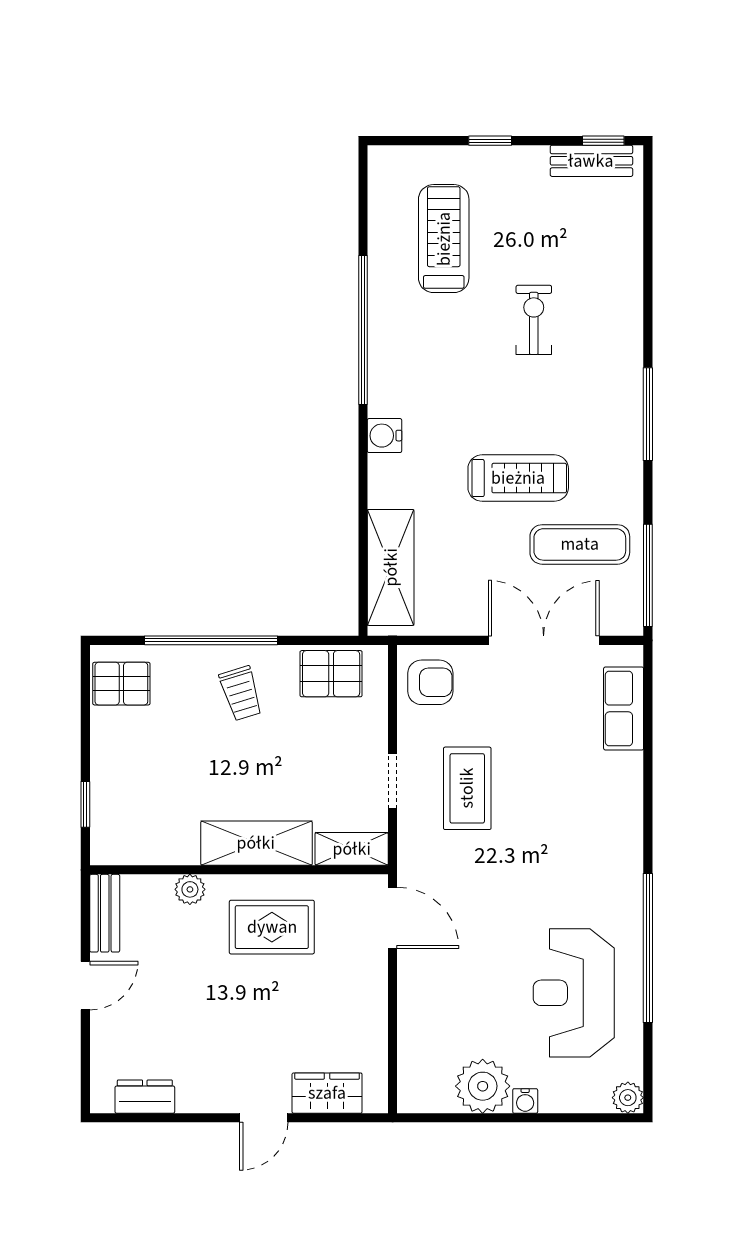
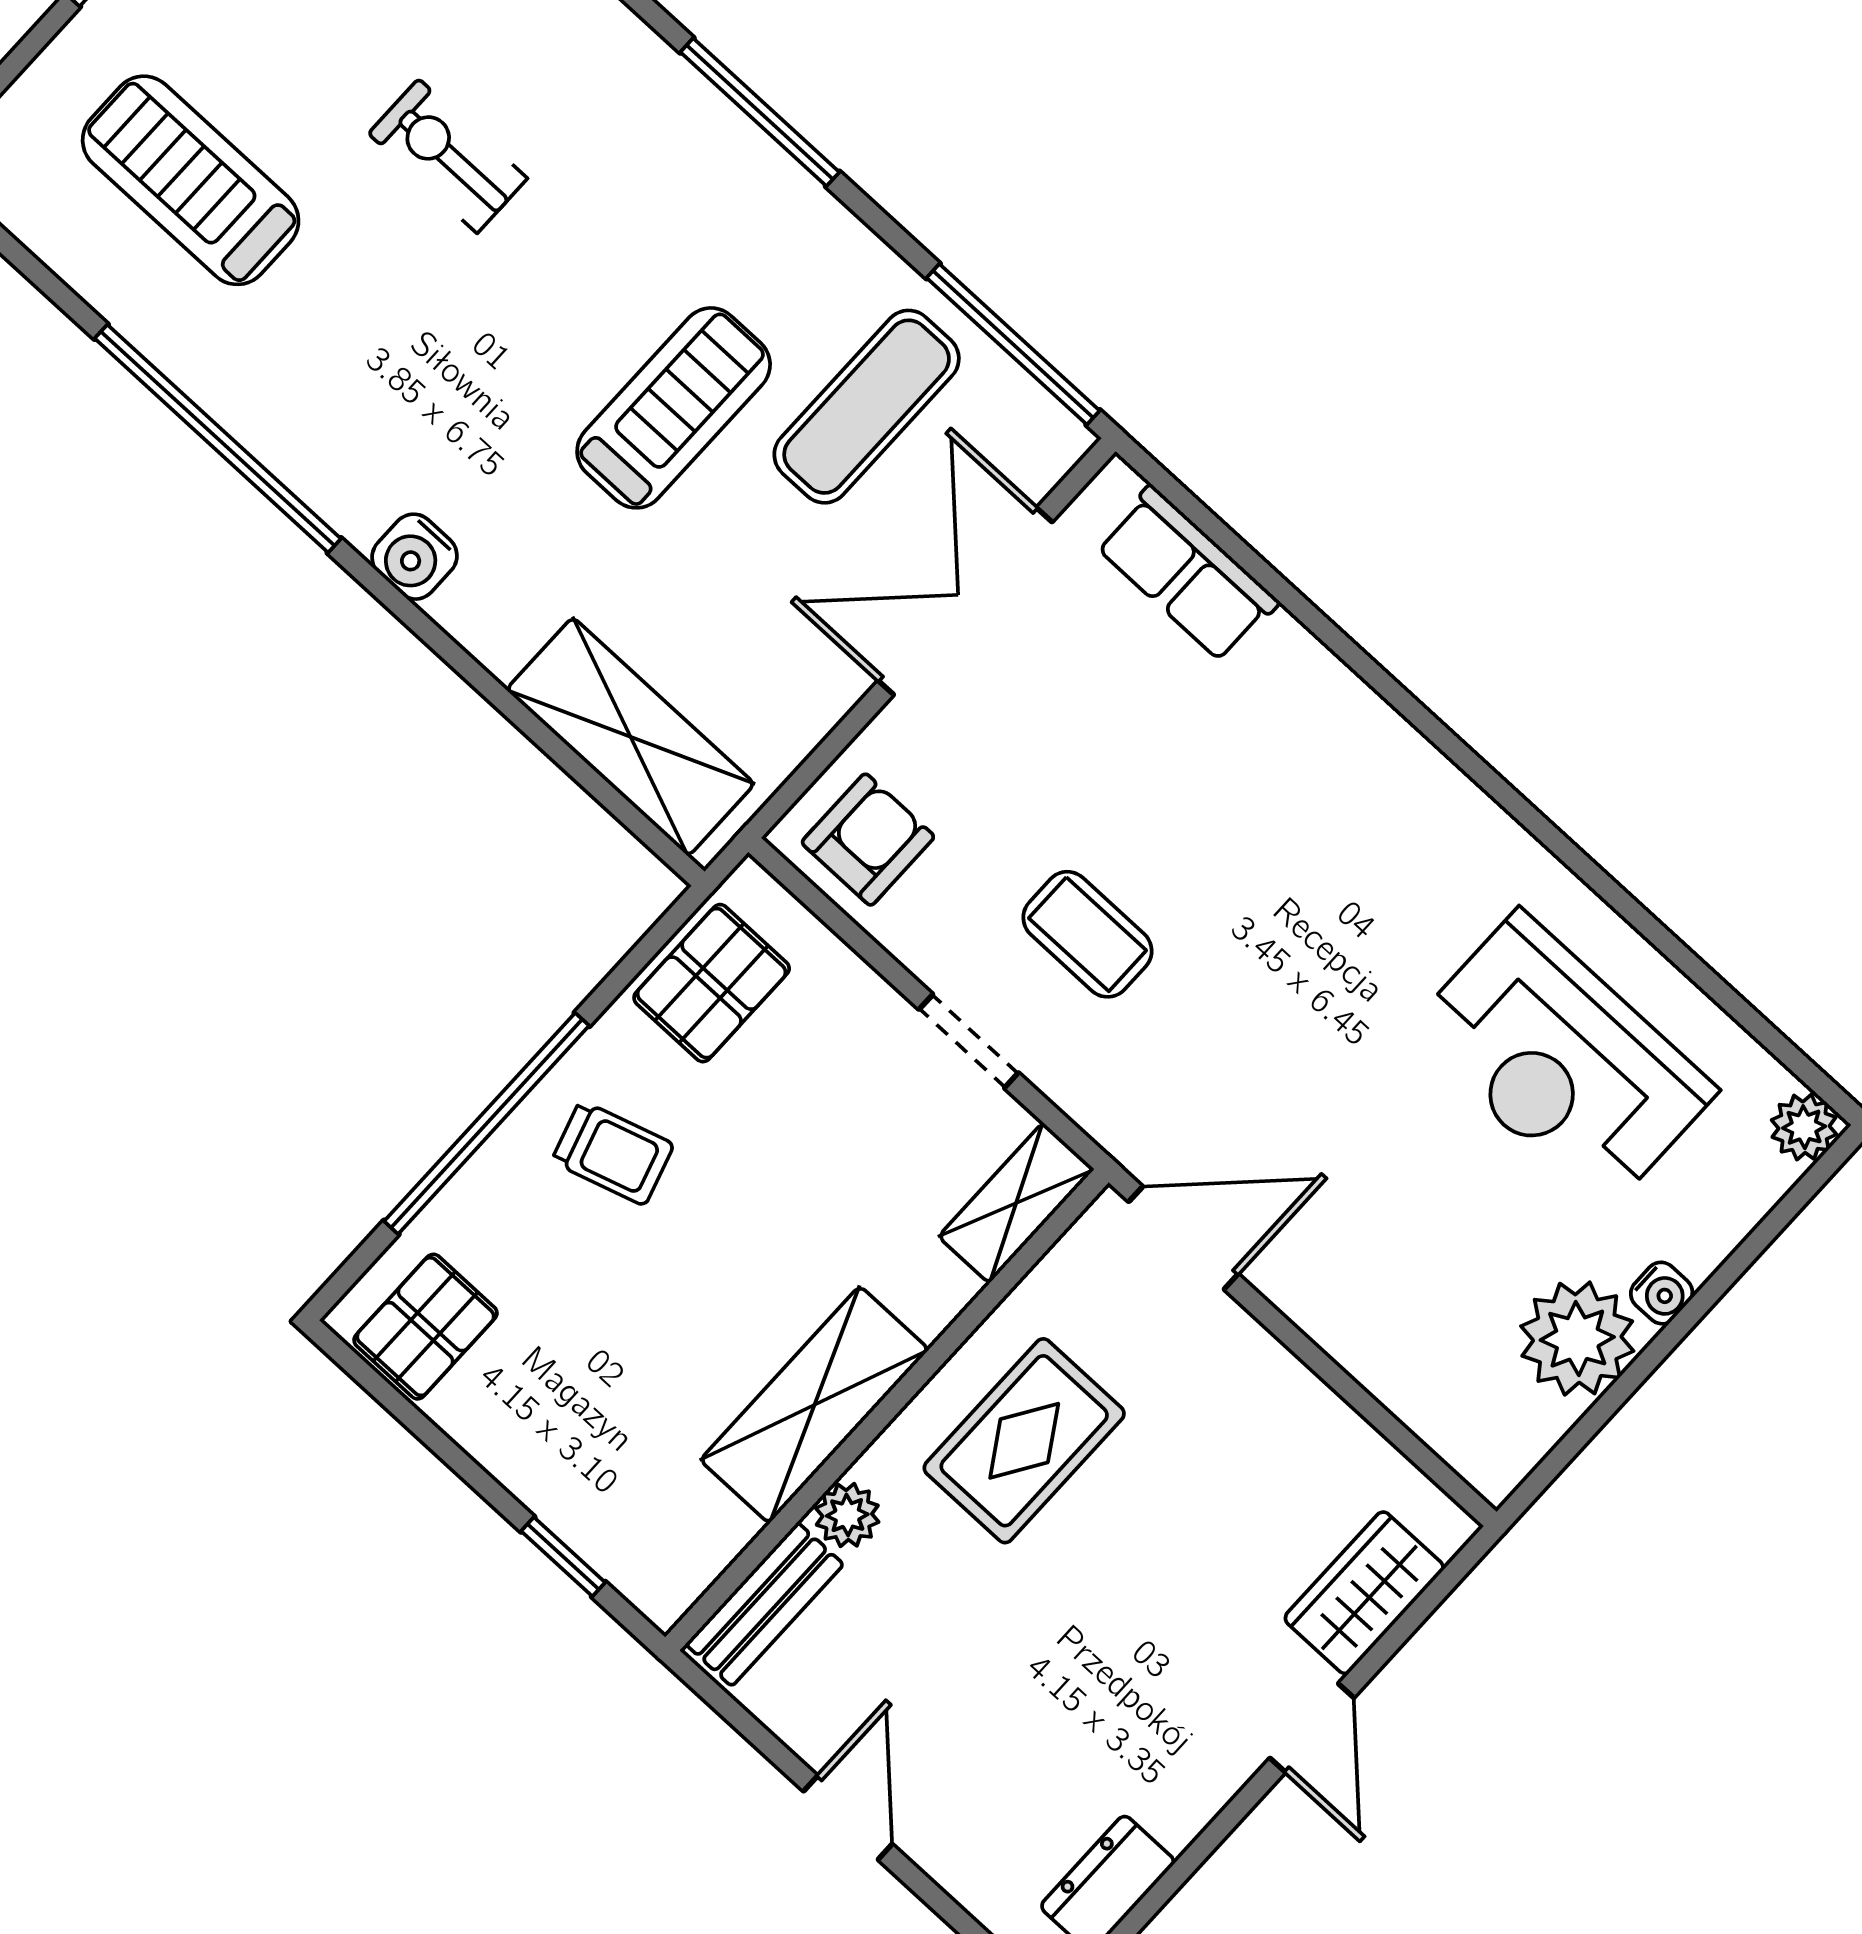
coffee table: (467, 788) -> (1088, 934), width x0.73, depth x0.77
shelving: (256, 843) -> (815, 1405), moved
bench: (105, 913) -> (765, 1604), moved, turned 90
window: (648, 948) -> (1598, 880), removed

